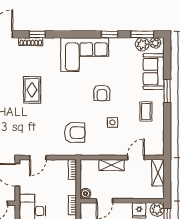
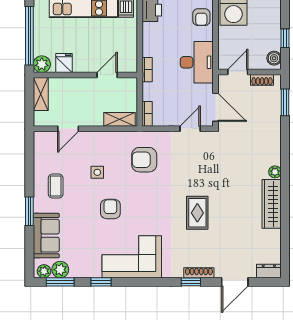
shelving: (111, 165) -> (119, 119), moved
shelving: (158, 173) -> (41, 94), moved
boiler: (85, 193) -> (131, 84), removed

